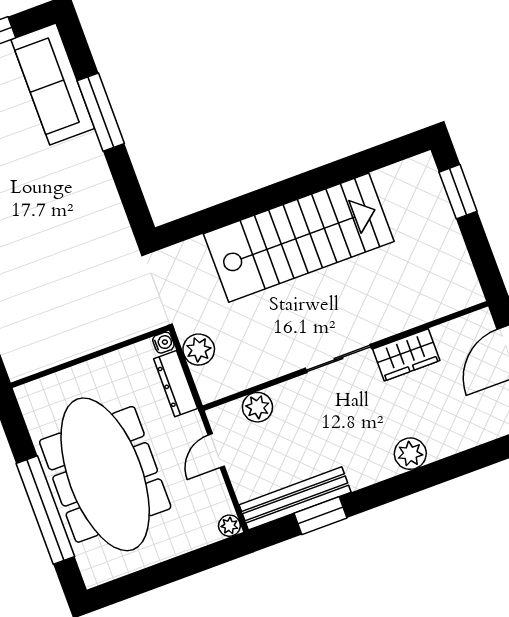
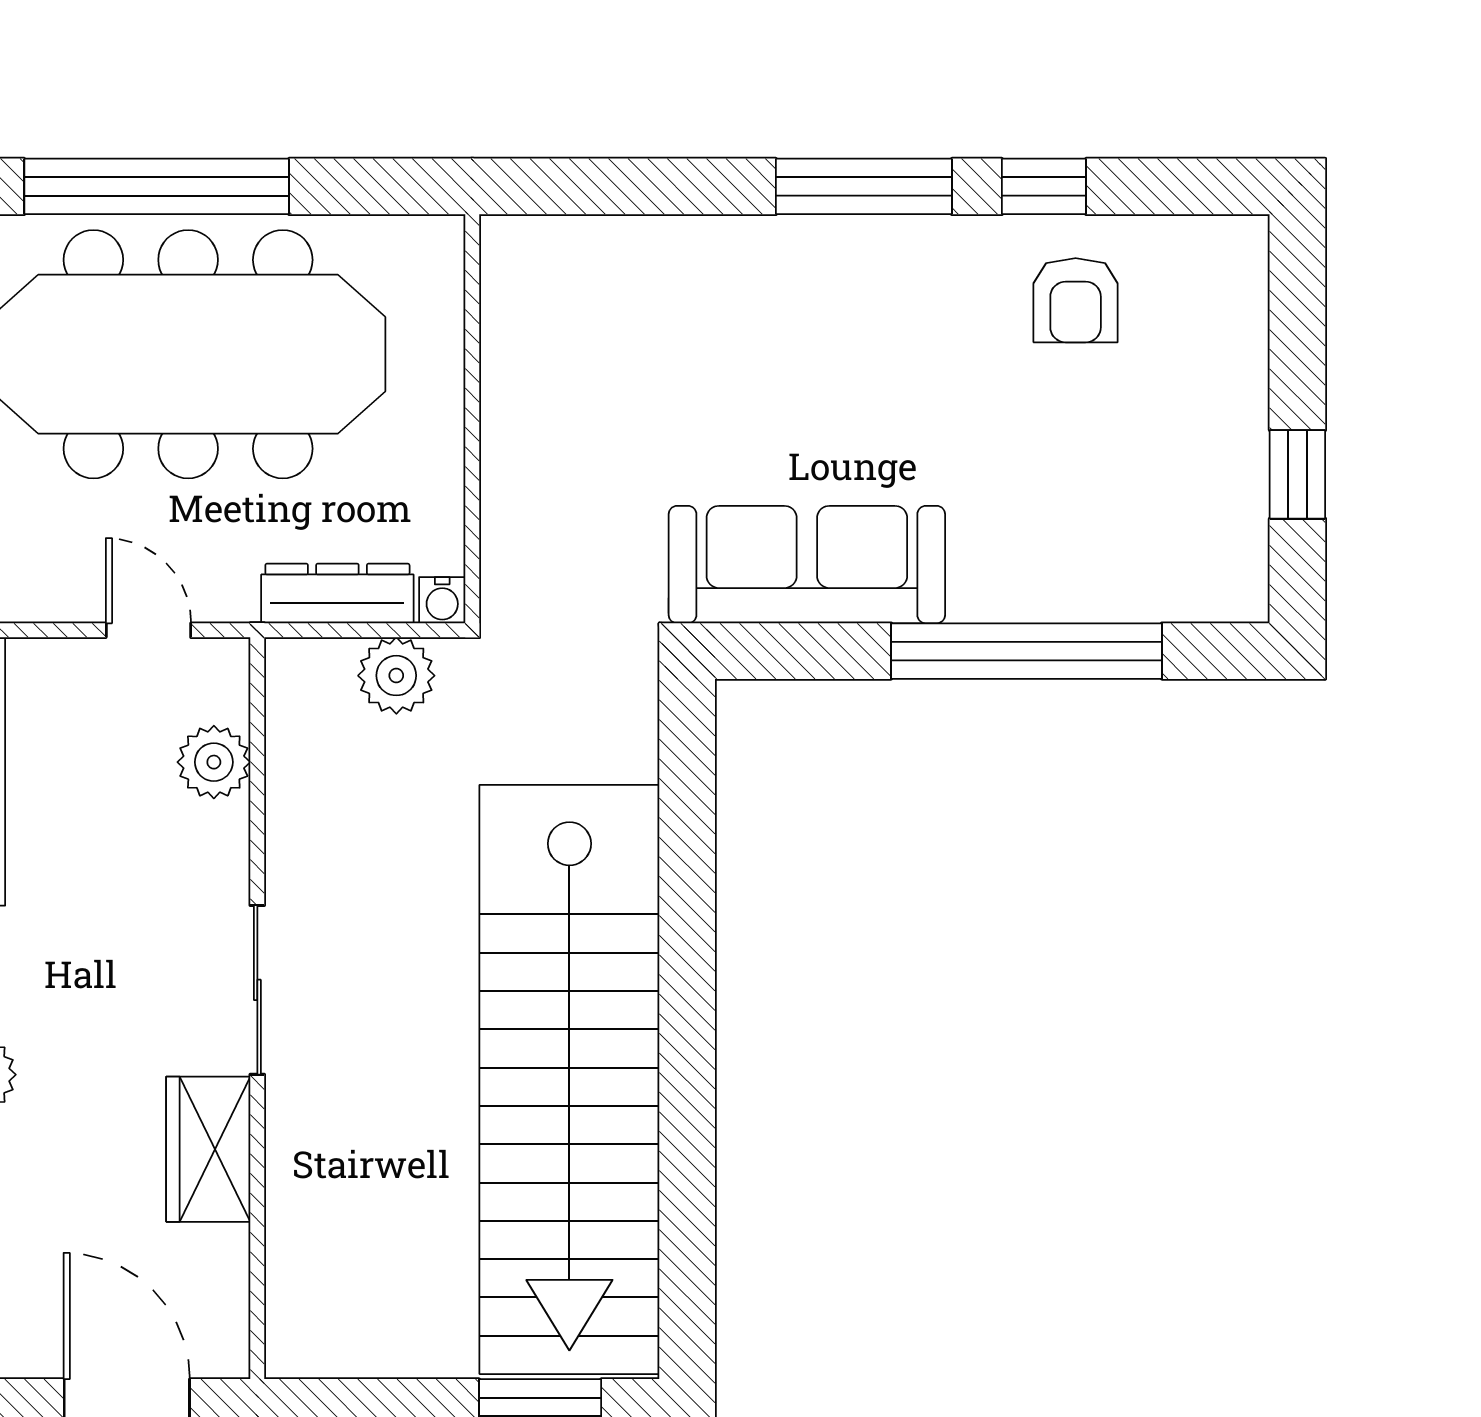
sofa: (53, 84) -> (807, 565), moved
window: (101, 112) -> (1027, 651), width x1.46
stairs: (299, 238) -> (569, 1079), width x1.36

